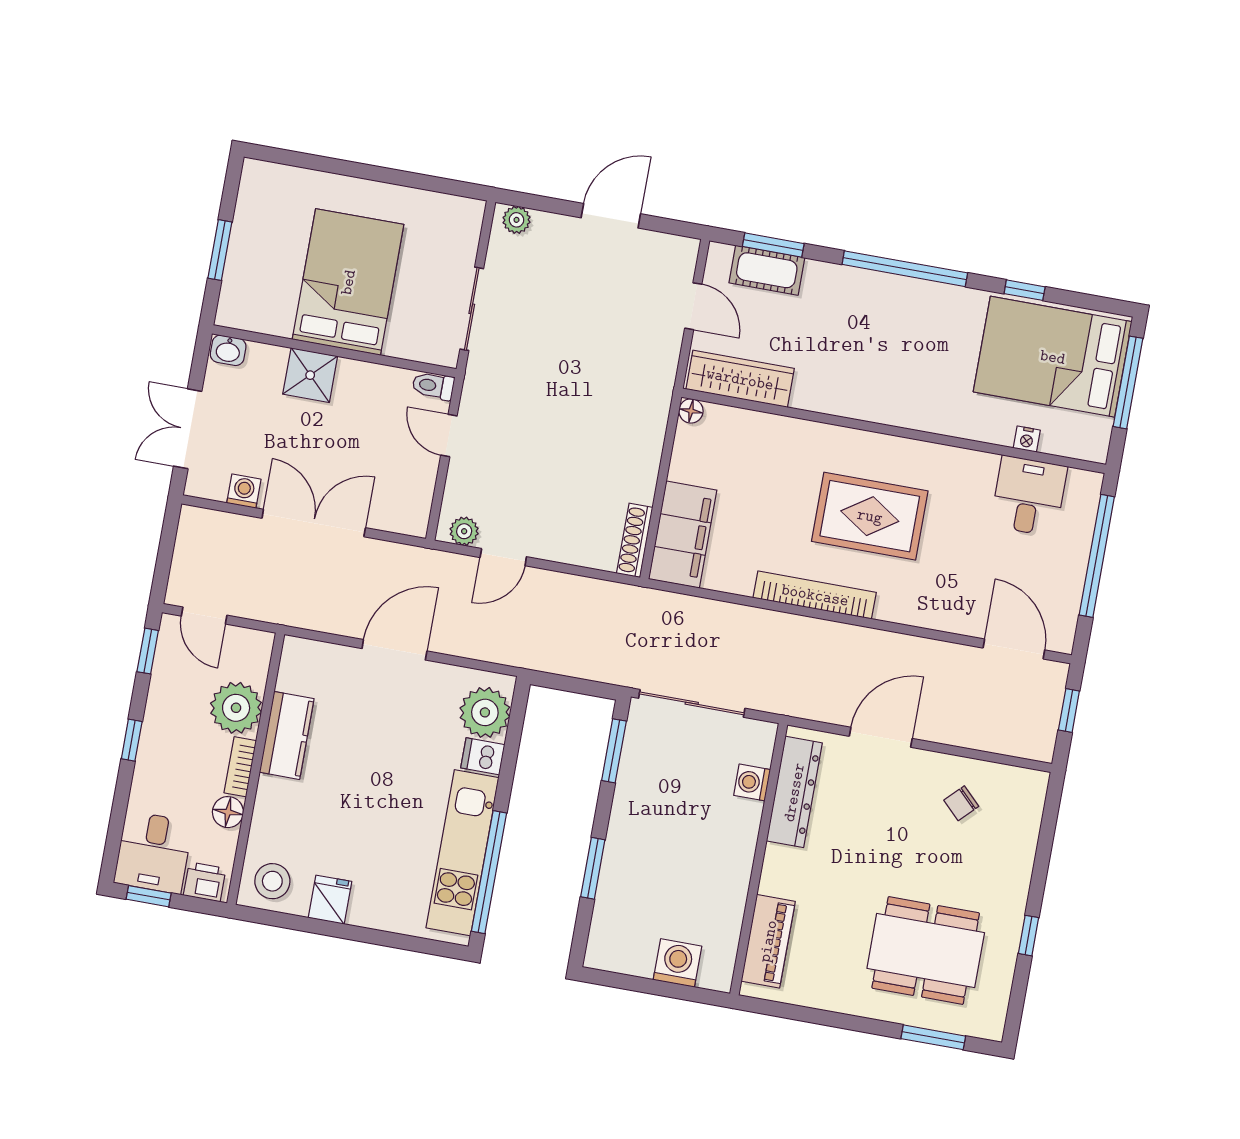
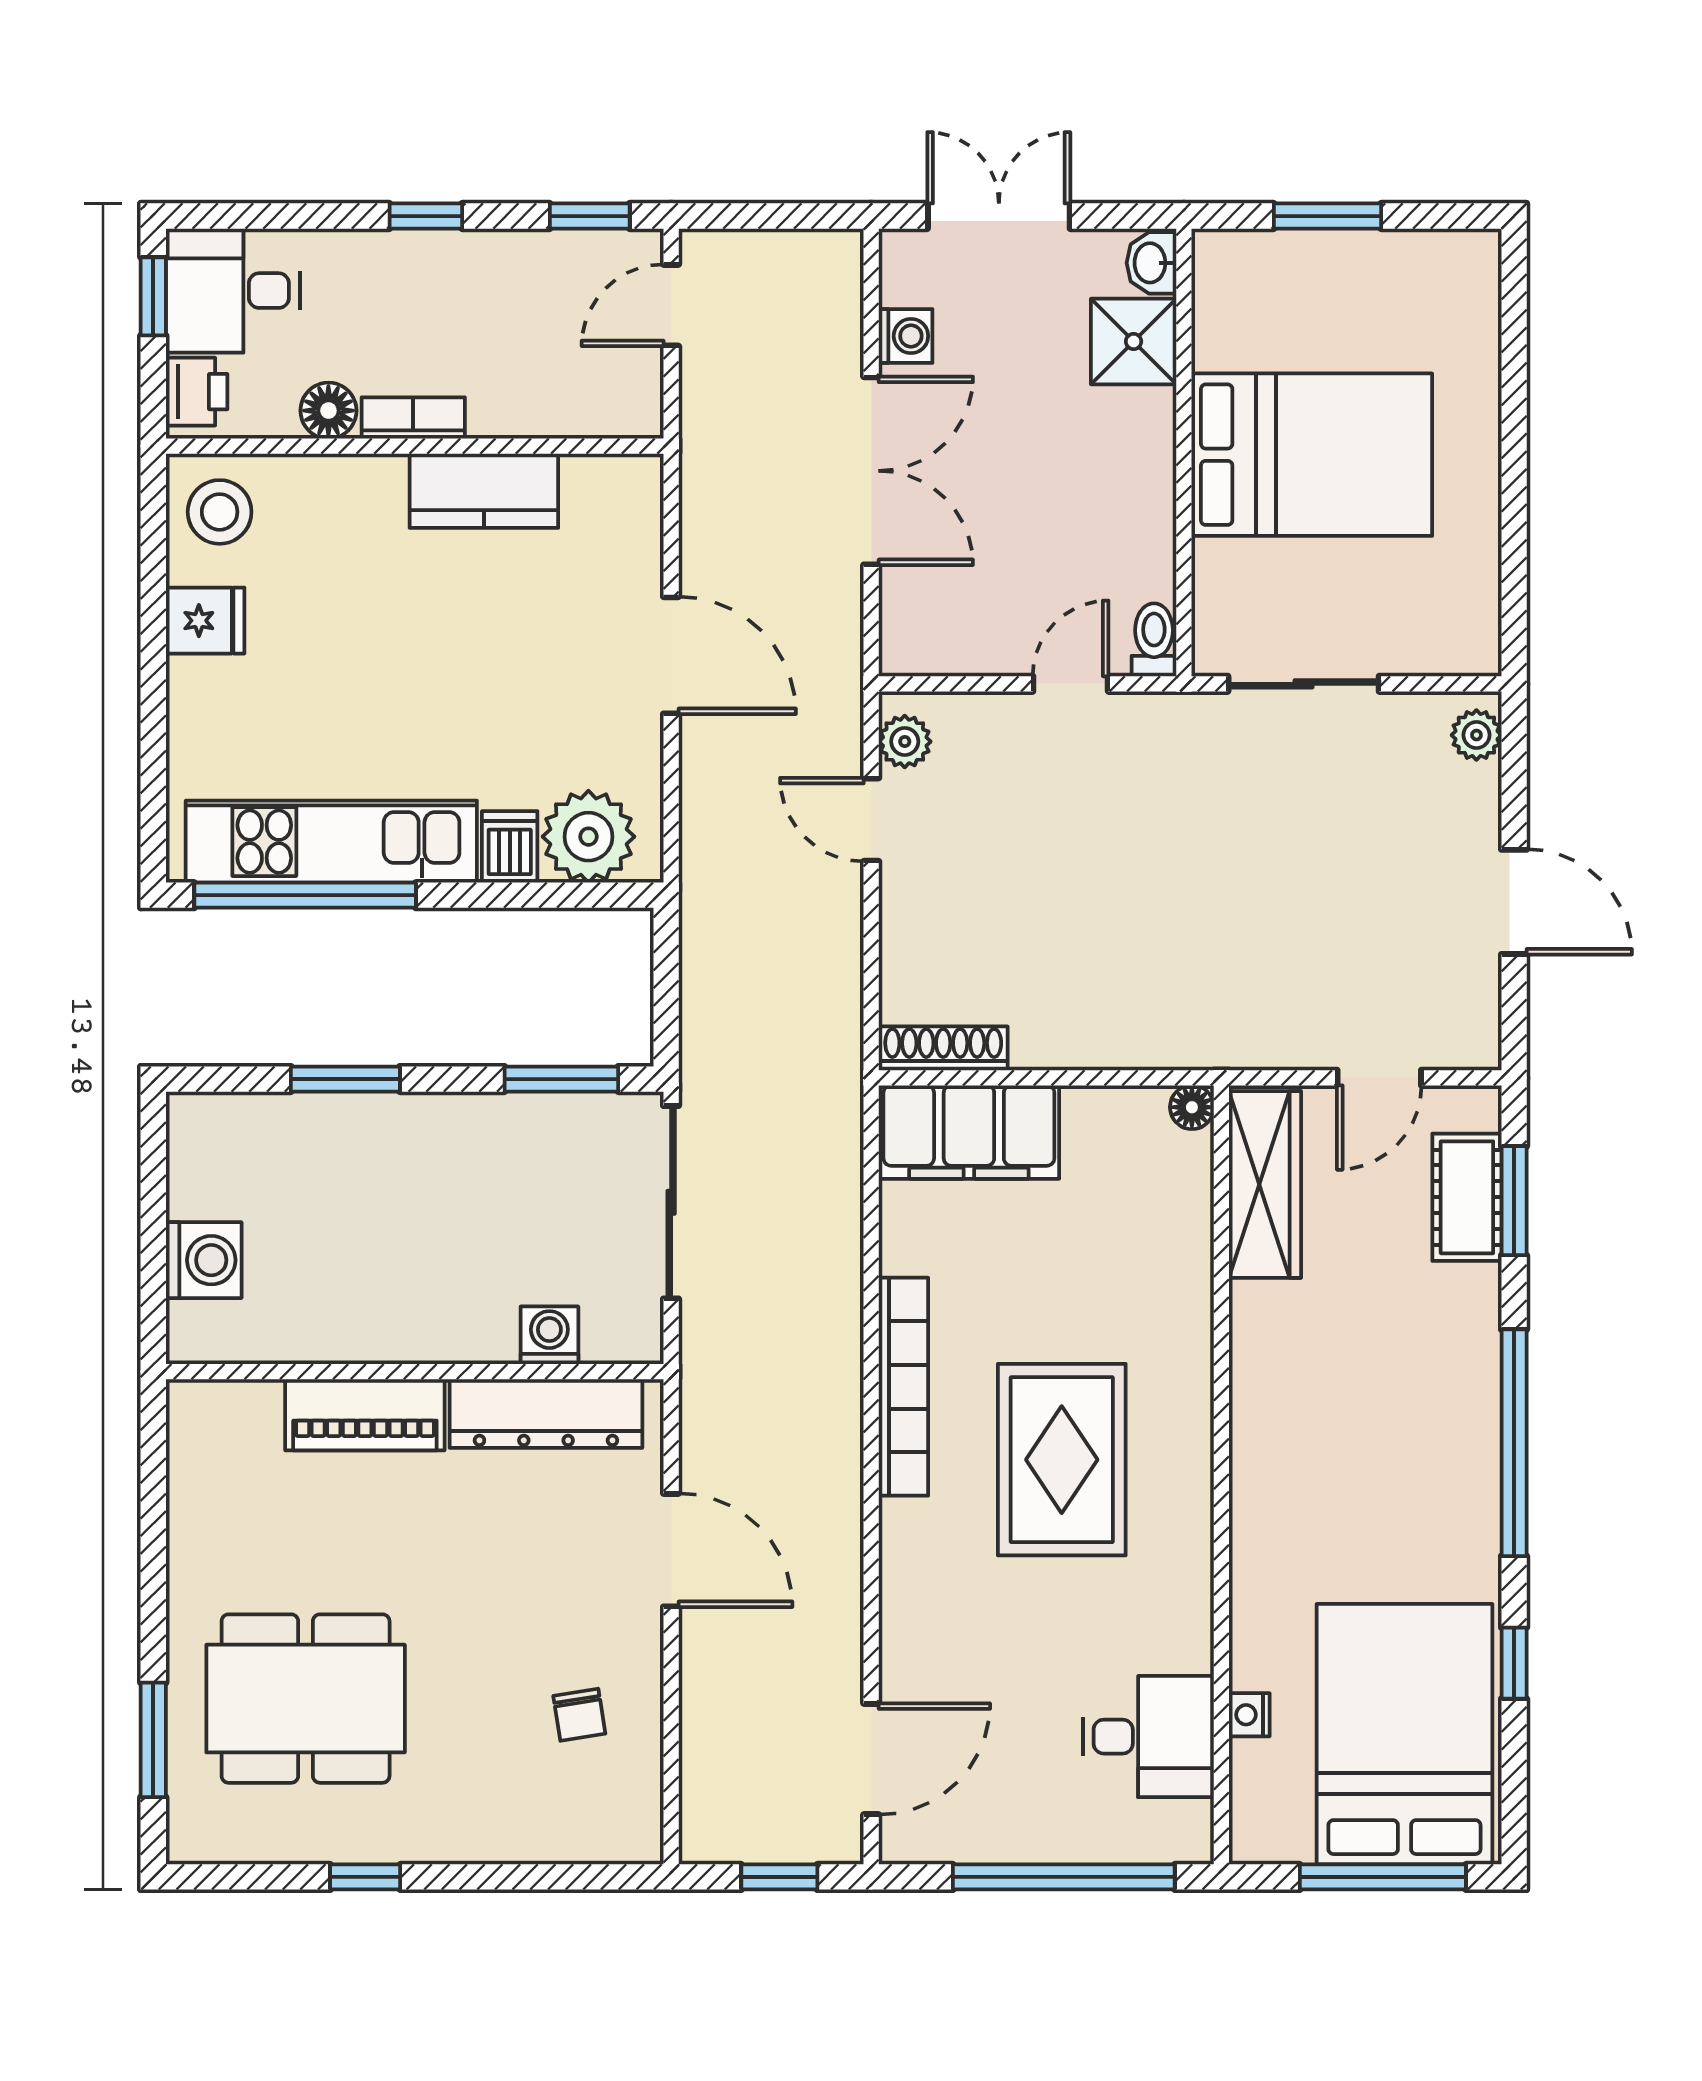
shower: (310, 375) -> (1134, 341), moved
plant: (236, 708) -> (517, 392), removed
chair: (961, 803) -> (579, 1715), turned -144
piano: (768, 941) -> (365, 1415), moved
dining table: (926, 950) -> (306, 1699), turned 90

